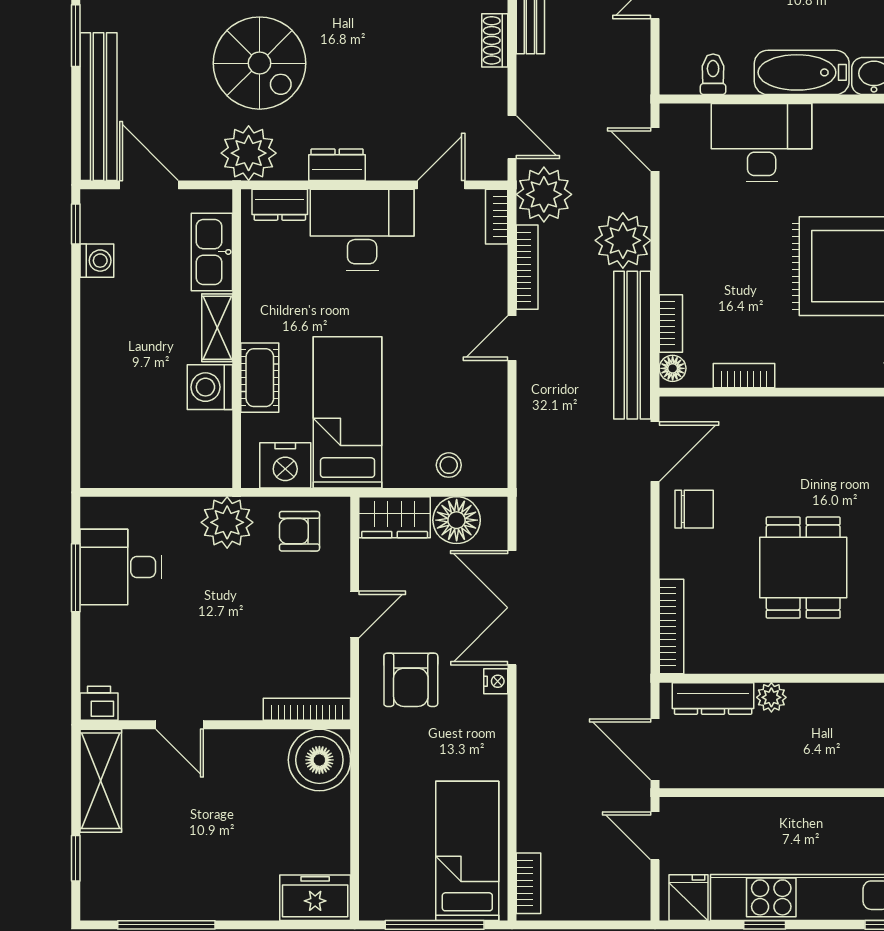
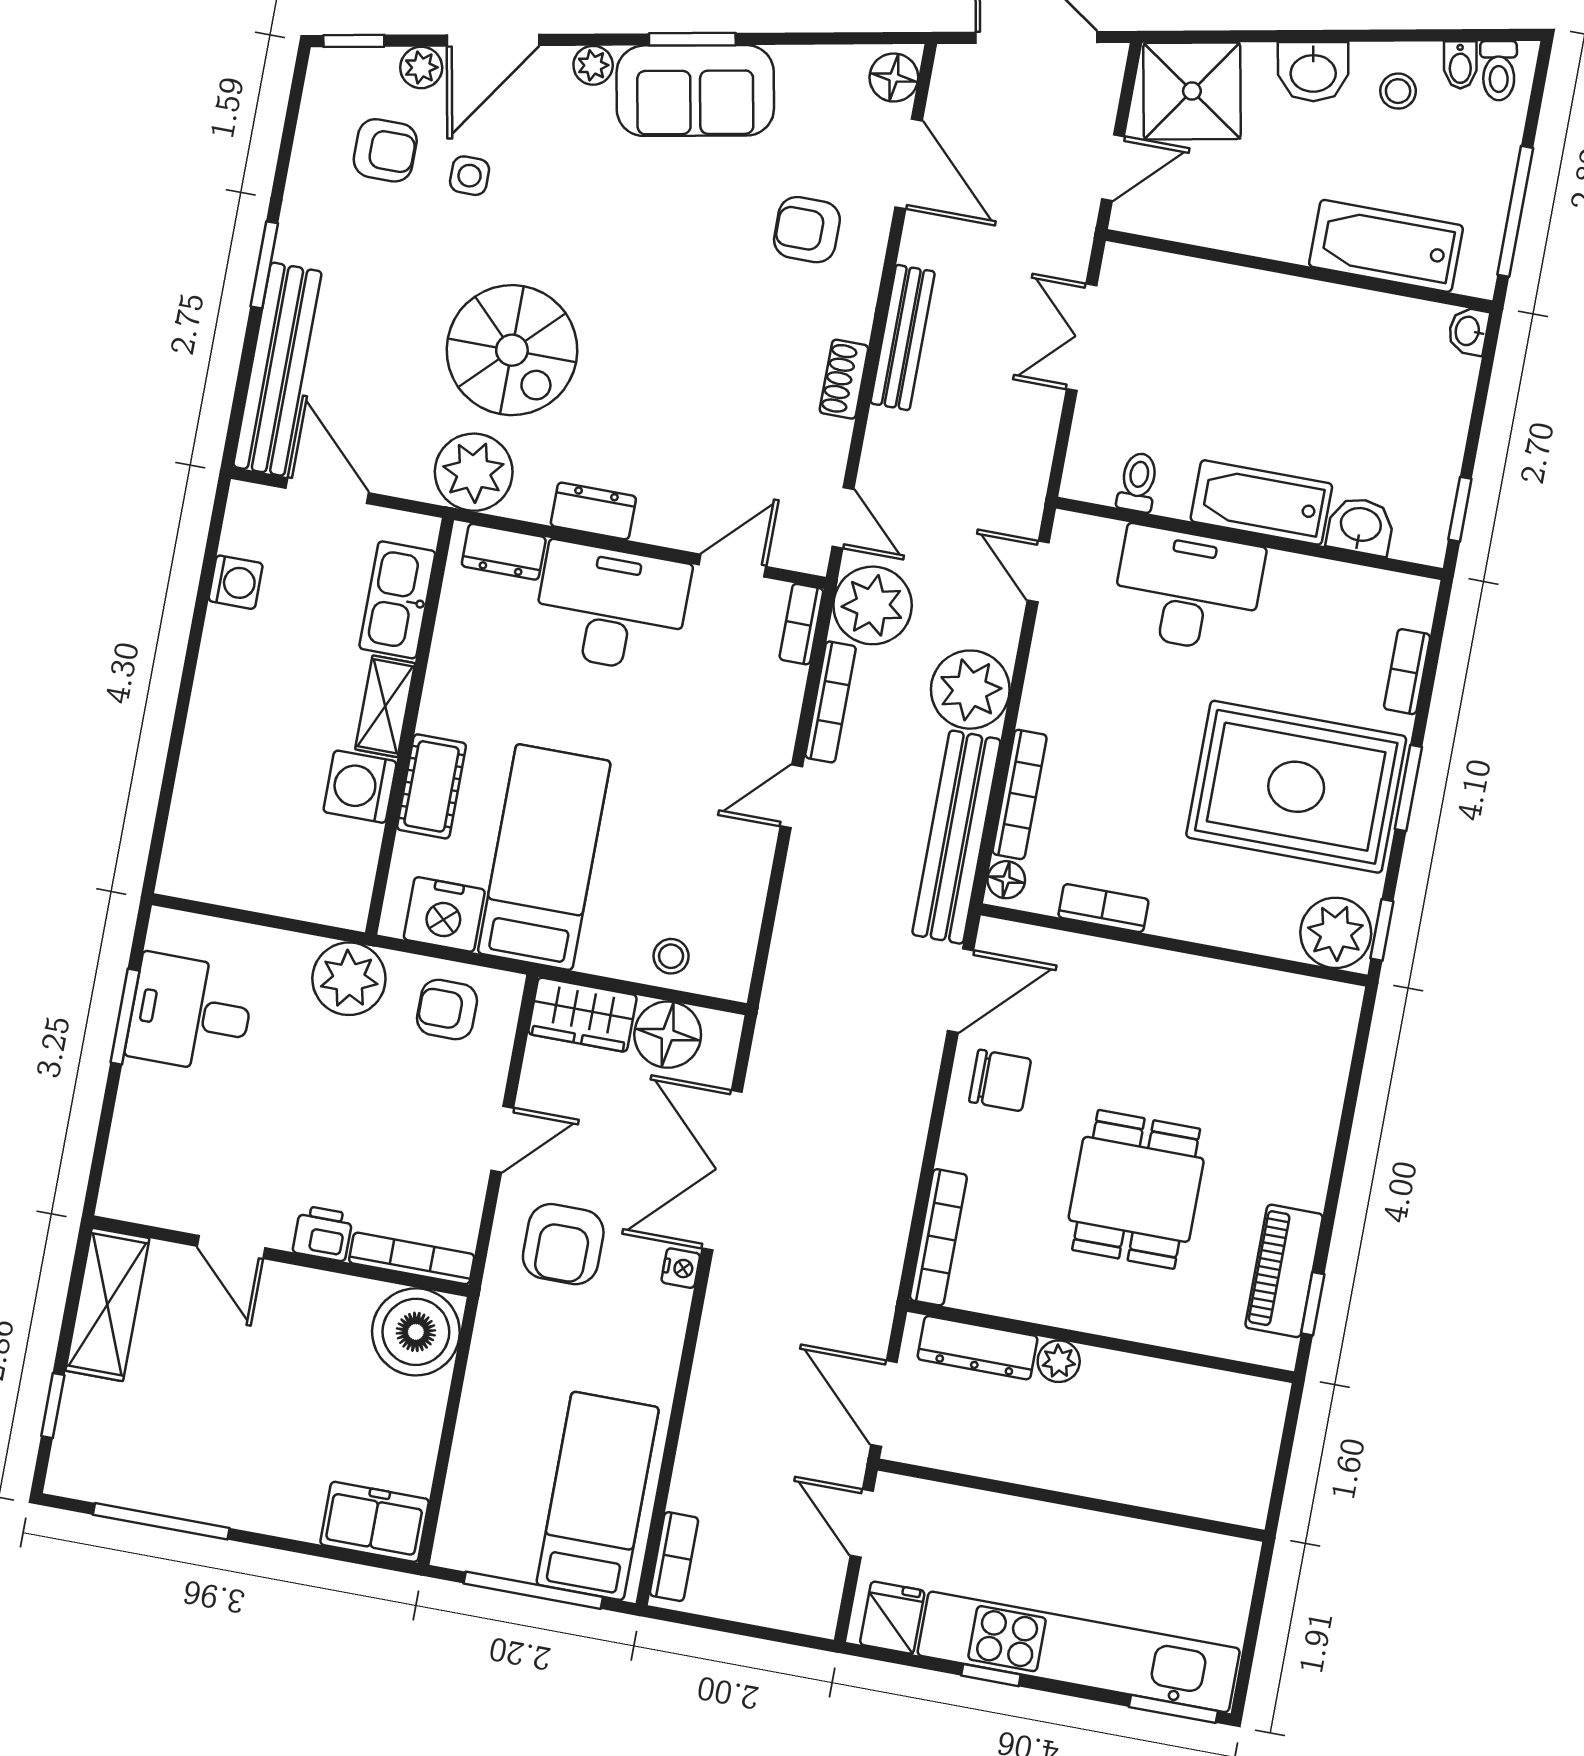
window: (76, 224) -> (216, 526), removed
bookcase: (671, 323) -> (1020, 794), width x1.56
printer: (99, 703) -> (323, 1233), moved

